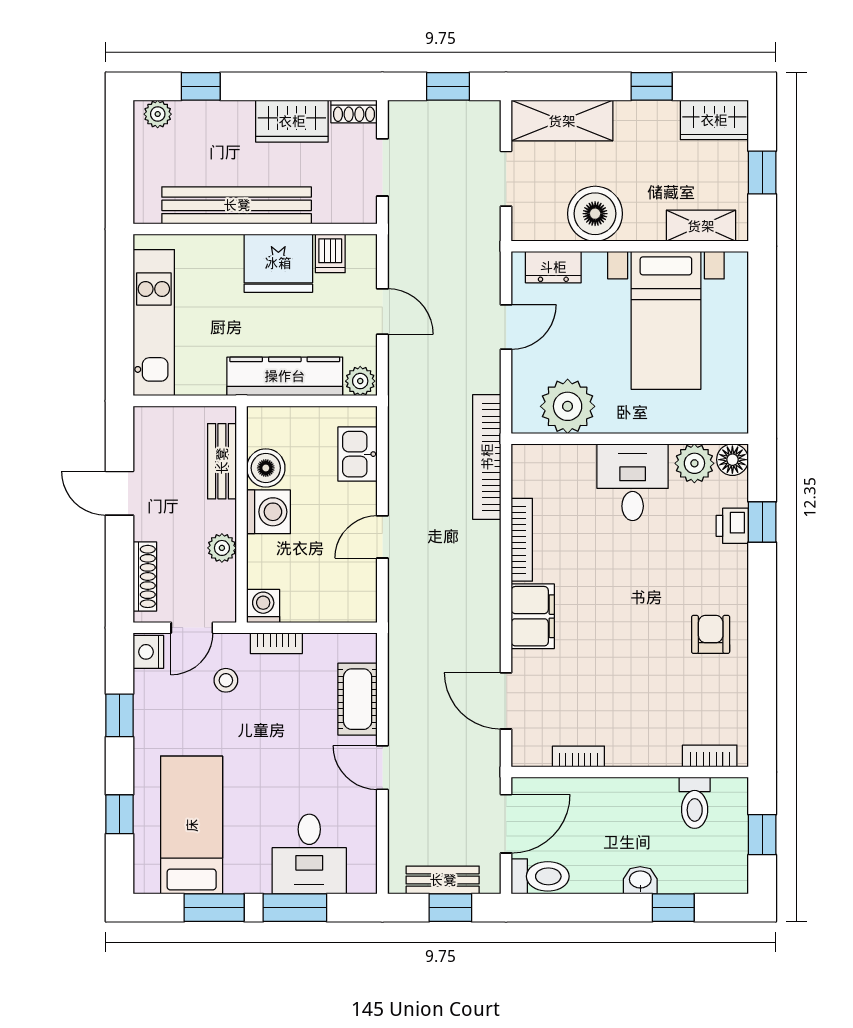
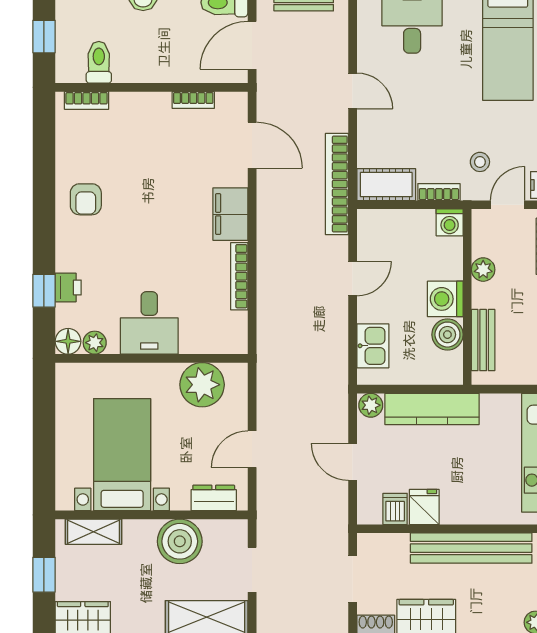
fridge: (278, 263) -> (424, 507), width x0.53, depth x0.75
bookcase: (487, 457) -> (337, 184), moved, turned 180
plant: (694, 463) -> (95, 343), width x0.73, depth x0.73
cot: (358, 699) -> (386, 185), moved, turned 90

